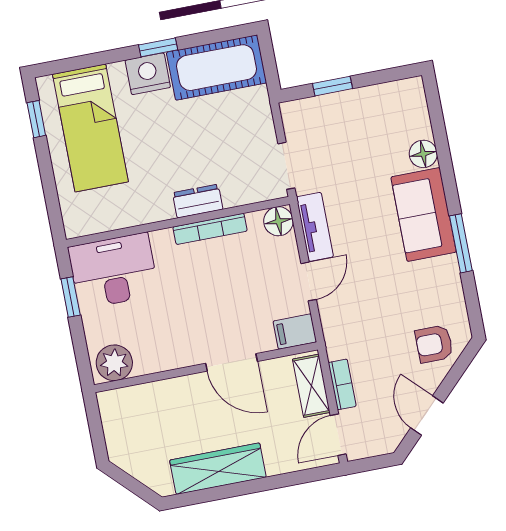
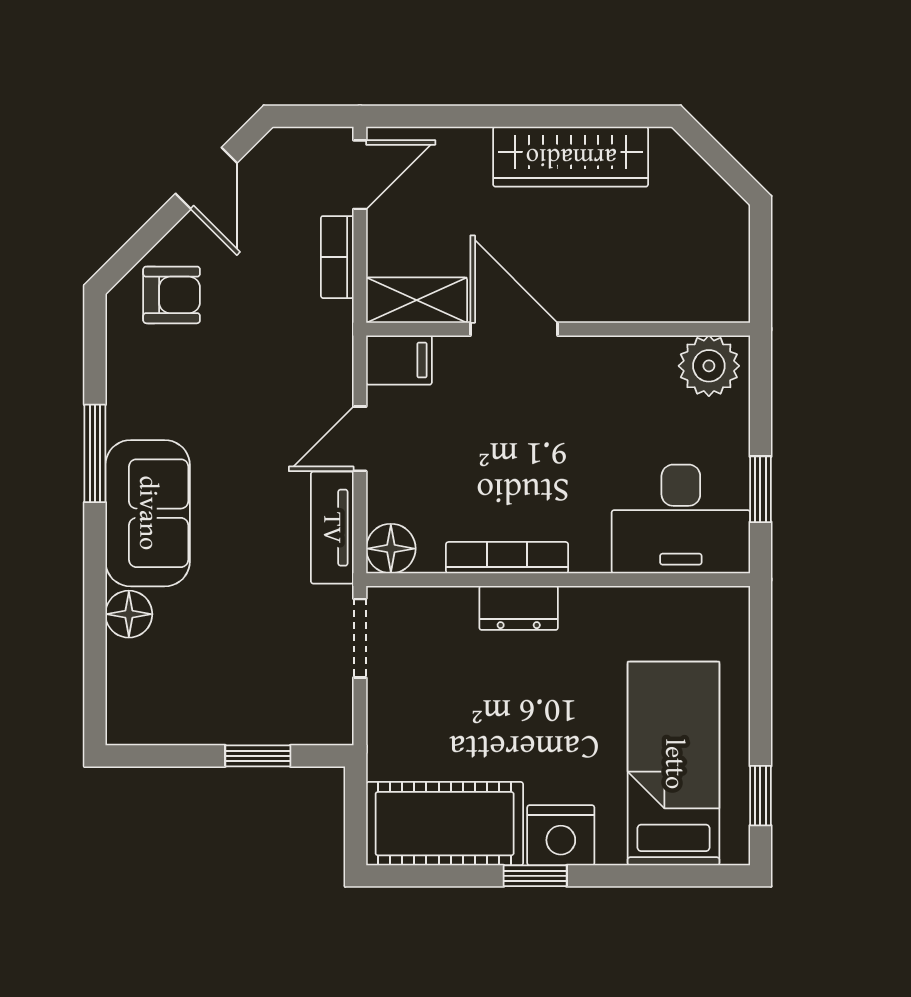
shelving: (311, 386) -> (417, 300), moved, turned 90

